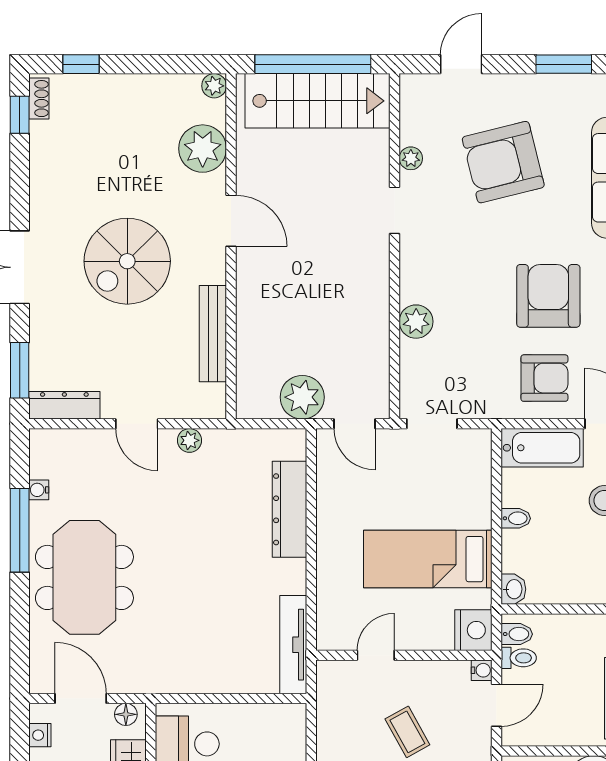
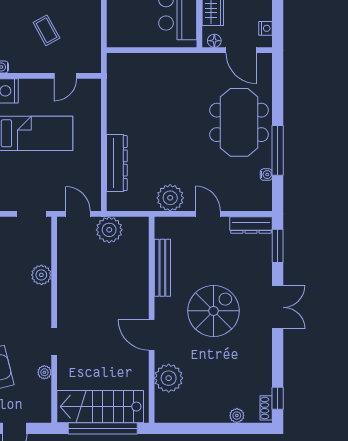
window: (81, 64) -> (241, 428), removed
plant: (214, 86) -> (237, 416), moved
plant: (189, 440) -> (170, 198), width x1.88, depth x1.88
tv unit: (293, 645) -> (114, 82), removed

